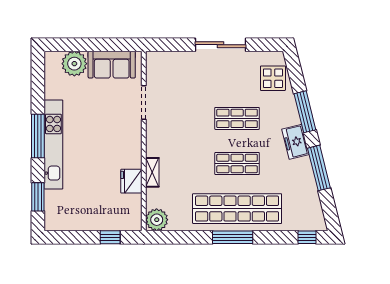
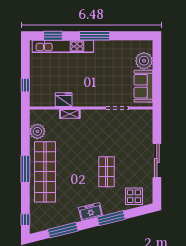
kitchen unit: (53, 145) -> (63, 46), moved
shop shelf: (237, 163) -> (76, 172), removed
window: (319, 168) -> (63, 230), moved
plant: (157, 220) -> (37, 131), moved

